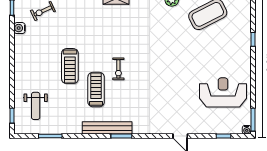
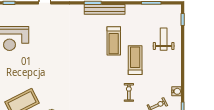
exercise bike: (118, 69) -> (129, 92), moved
weight bench: (36, 106) -> (164, 39), moved

